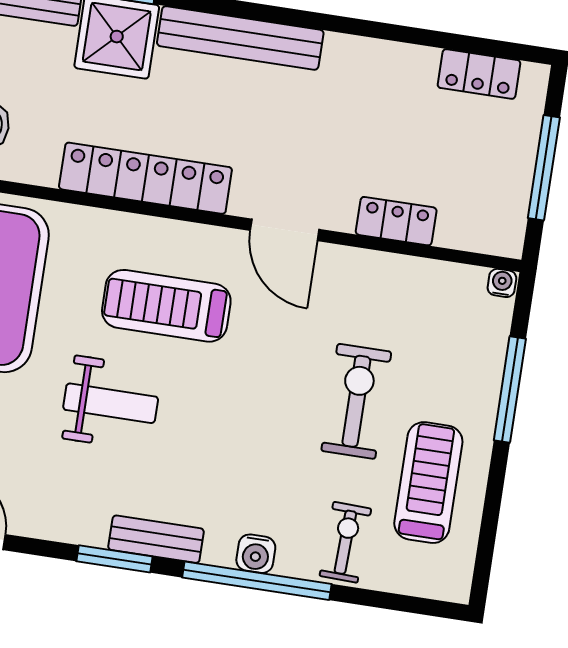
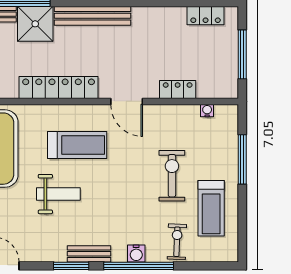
water cooler: (502, 283) -> (207, 111), moved
treadmill: (166, 306) -> (77, 145), turned 180
treadmill: (428, 483) -> (211, 208), turned 180

